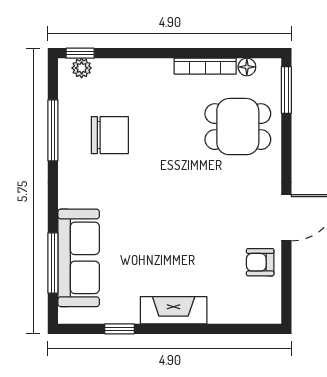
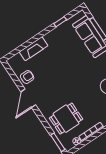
fireplace: (174, 310) -> (34, 49), moved

